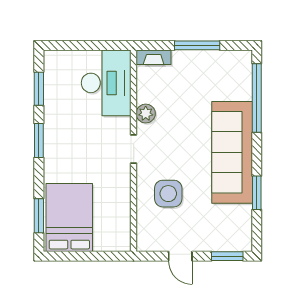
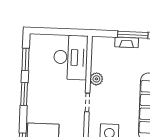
fireplace: (154, 57) -> (127, 42), moved

